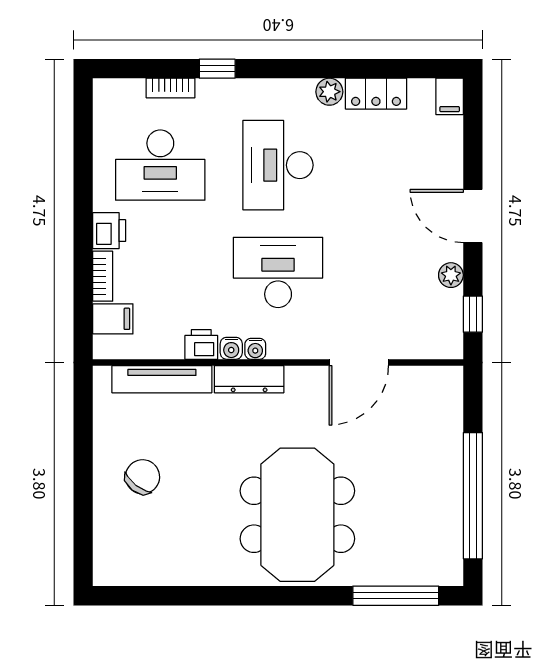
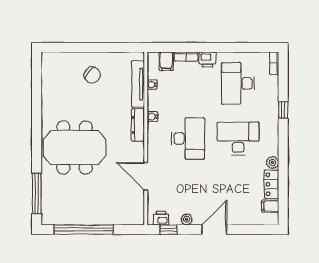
bookcase: (171, 88) -> (274, 63), moved
filing cabinet: (450, 96) -> (270, 206), moved
printer: (201, 344) -> (161, 218), moved, turned -90
water cooler: (255, 349) -> (152, 85), moved

